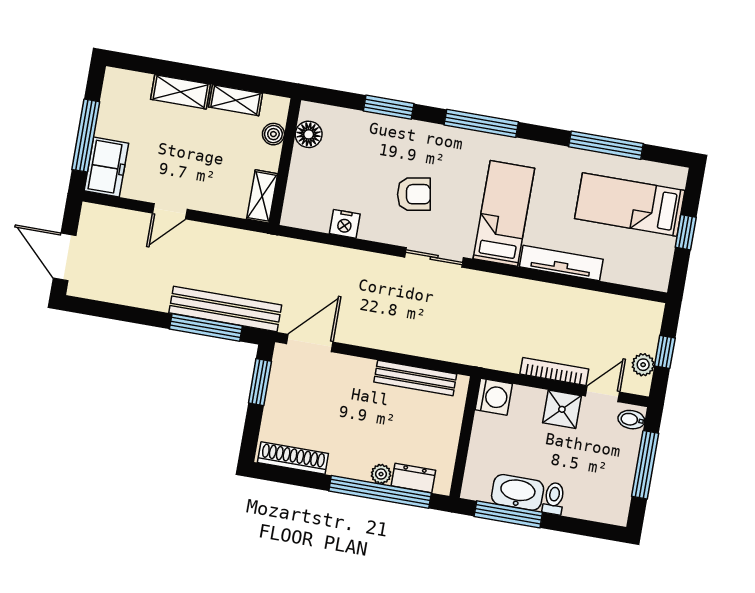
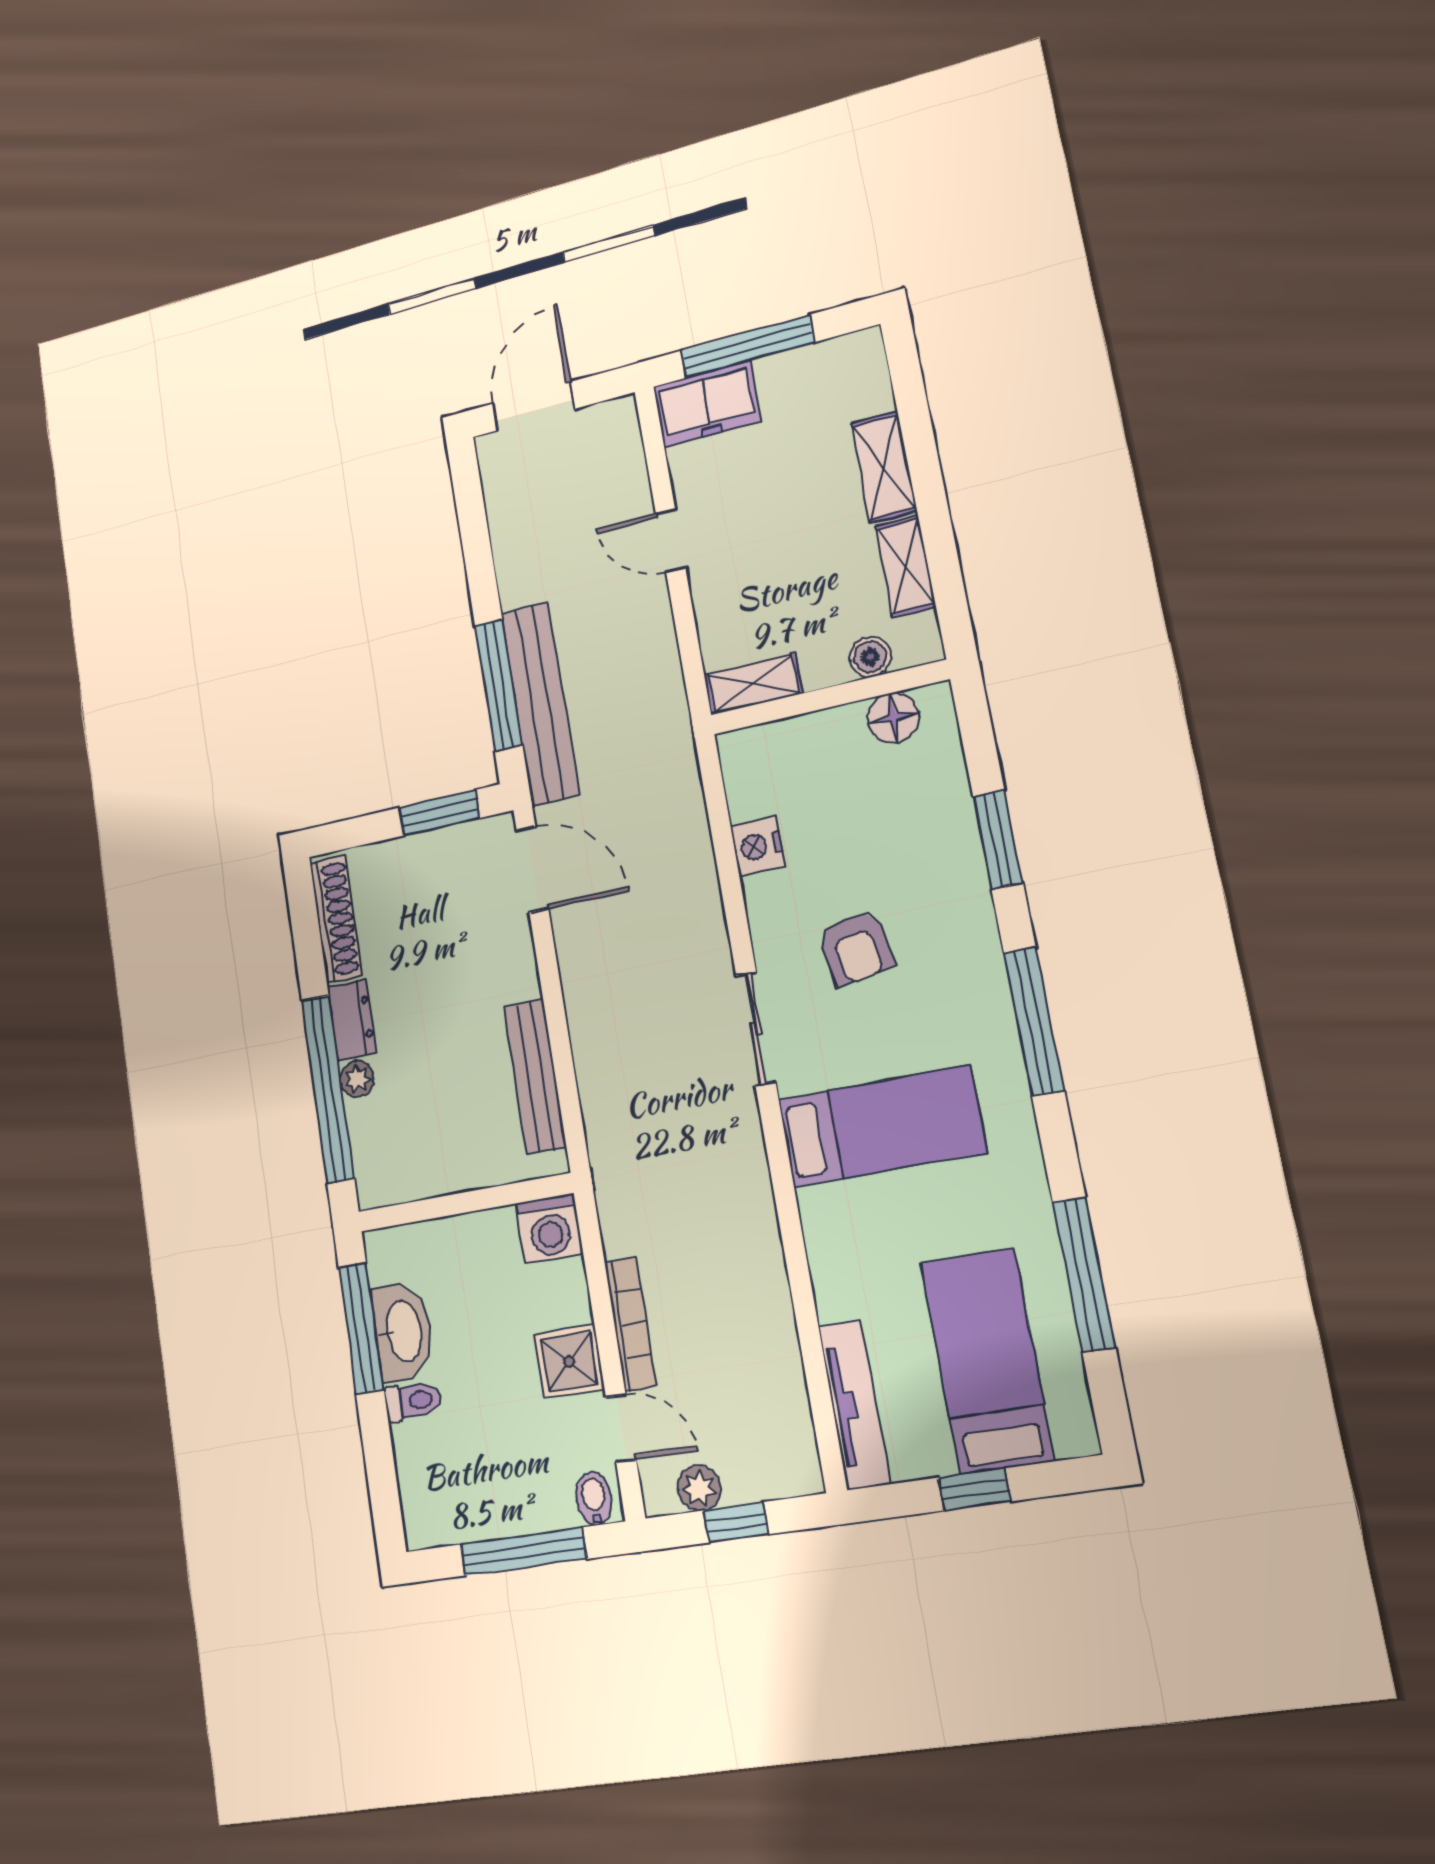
tv unit: (561, 263) -> (854, 1405), moved
dresser: (413, 478) -> (352, 1020), moved

